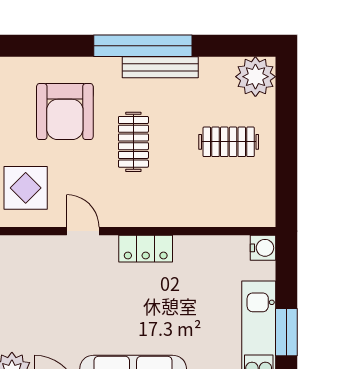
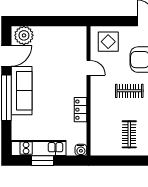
door: (83, 231) -> (88, 68), hinge flipped
locker: (146, 249) -> (80, 110), moved

